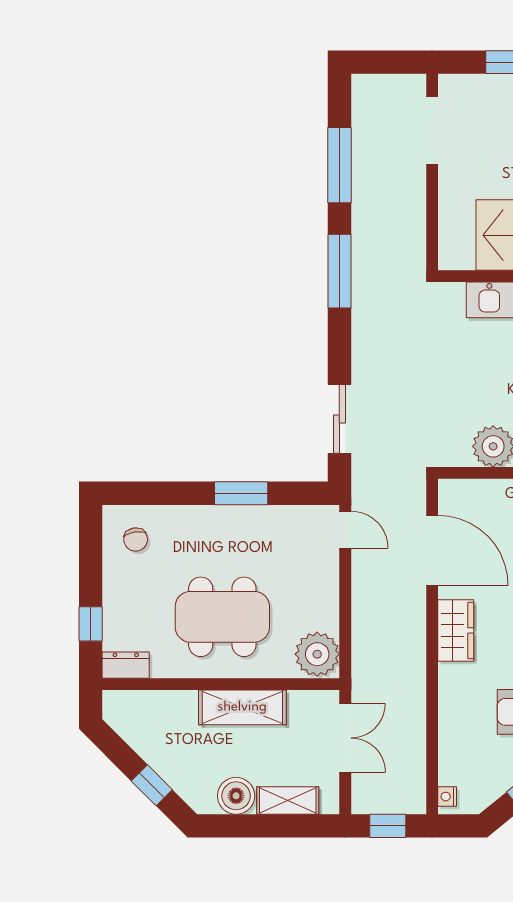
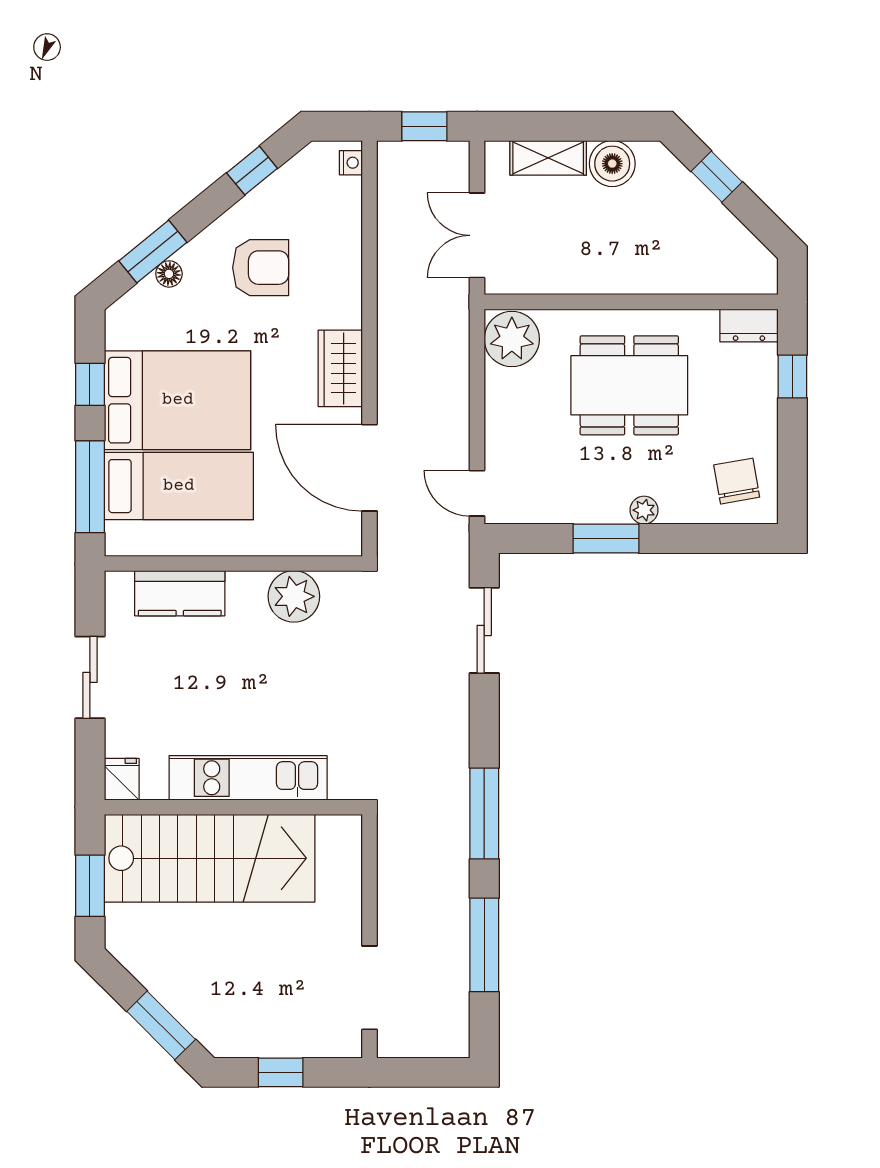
plant: (210, 516) -> (644, 510), added
chair: (136, 539) -> (737, 481), width x1.37, depth x1.37
shelving: (242, 707) -> (604, 273), removed

